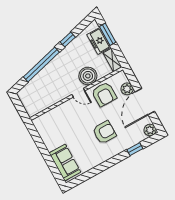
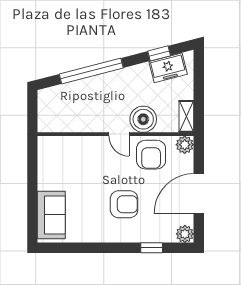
window: (108, 34) -> (199, 79), removed
window: (68, 39) -> (159, 53), moved
freezer: (99, 41) -> (168, 68), moved, turned -104
plant: (127, 89) -> (185, 145), moved

